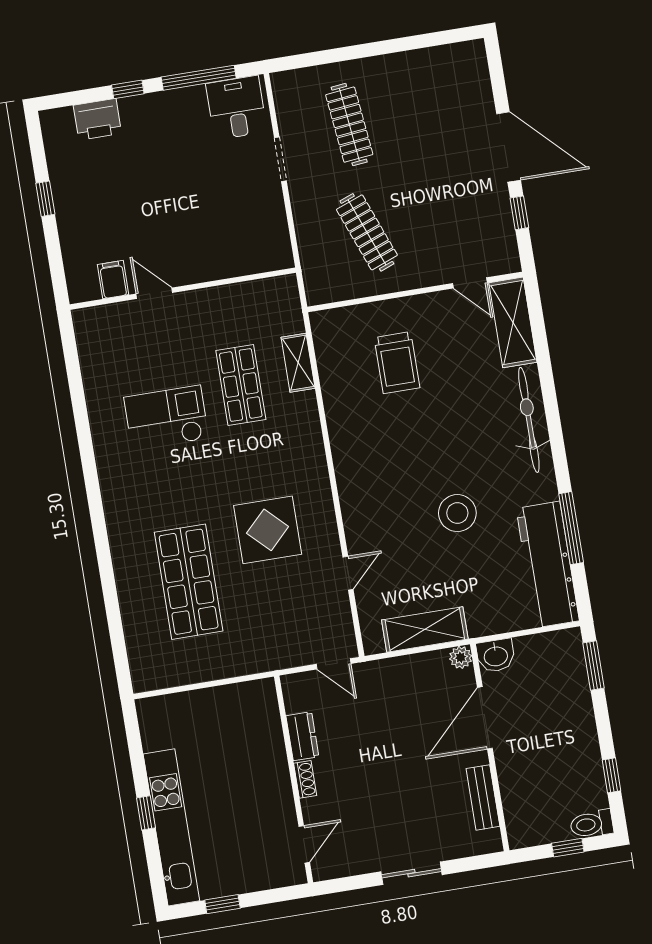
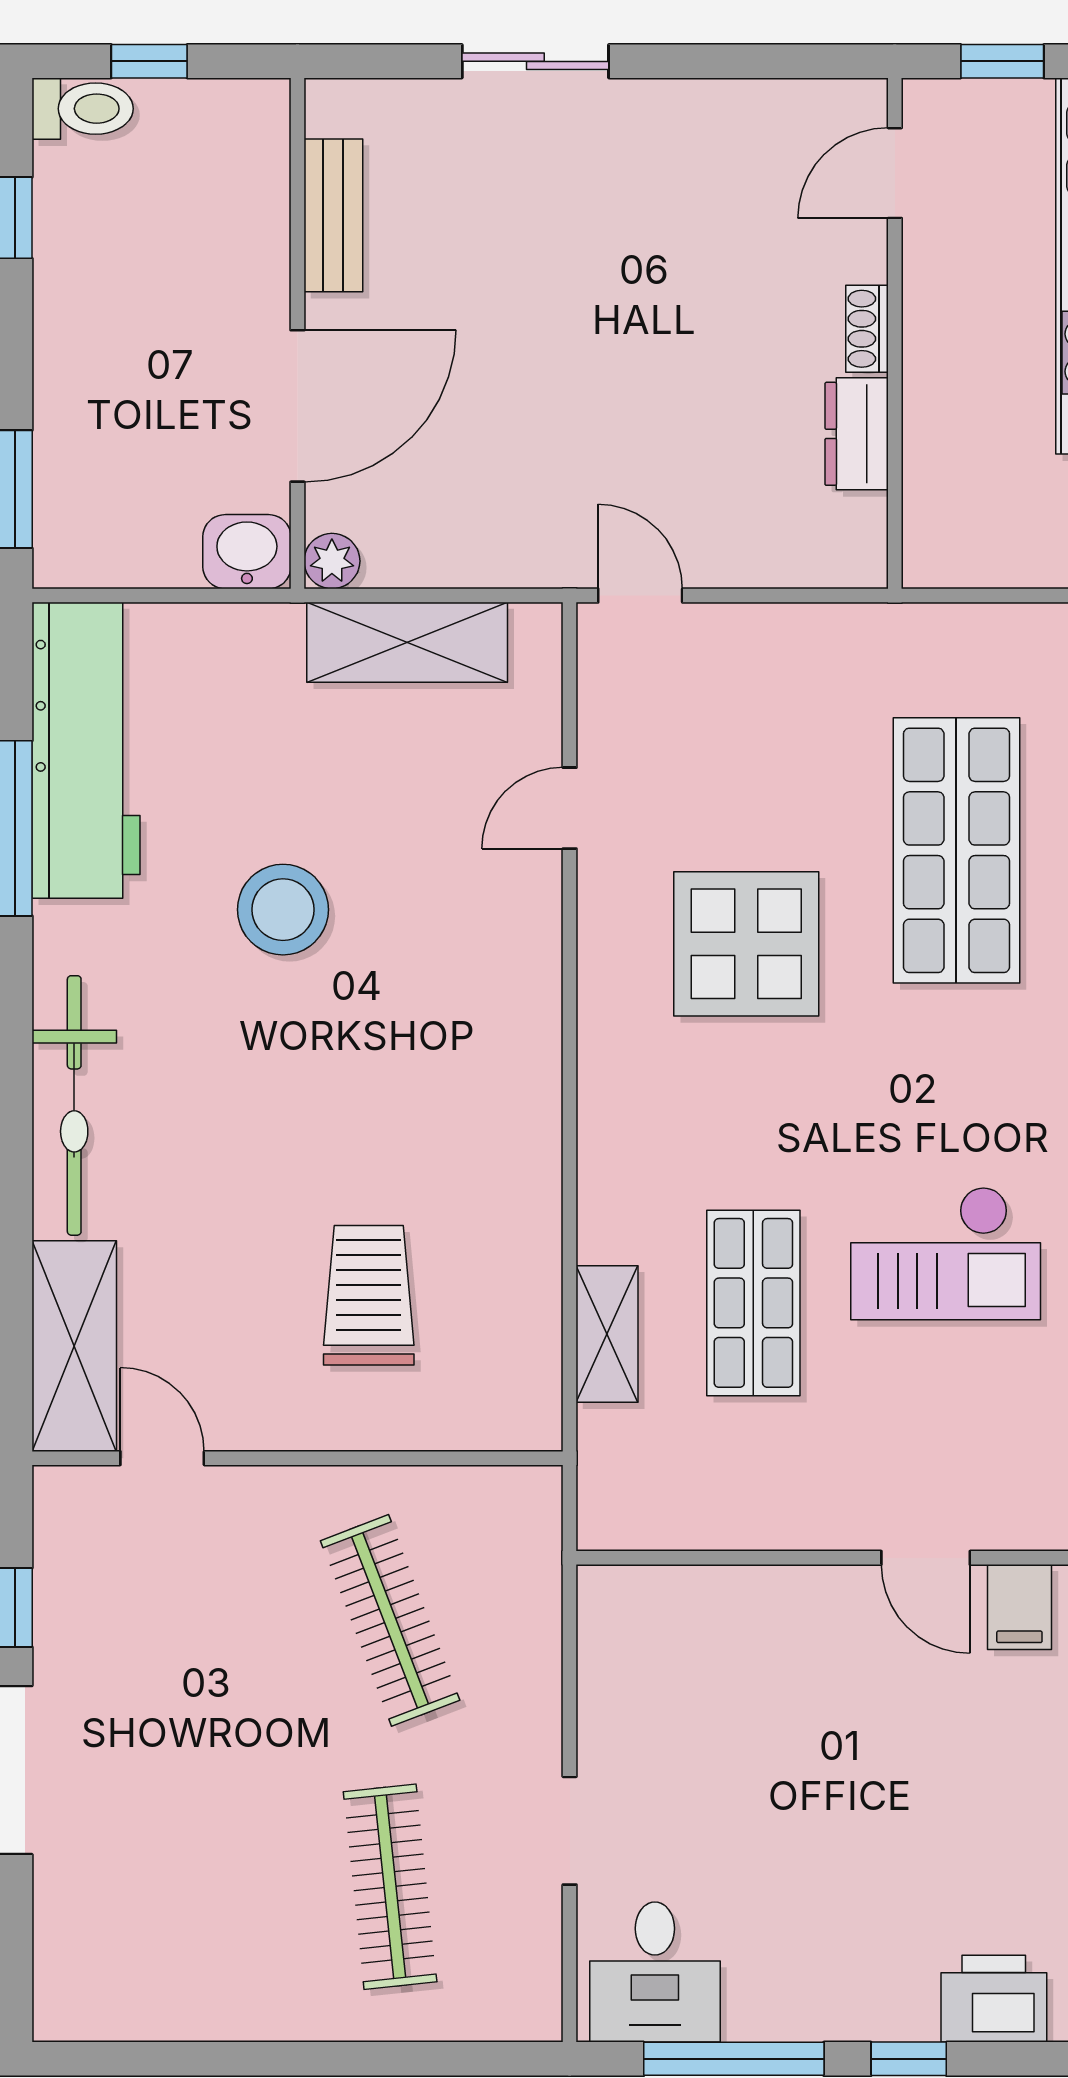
dresser: (302, 736) -> (857, 434), moved
wall: (294, 779) -> (895, 333), moved
shoe rack: (305, 779) -> (867, 329), moved
door: (304, 844) -> (895, 173), moved

